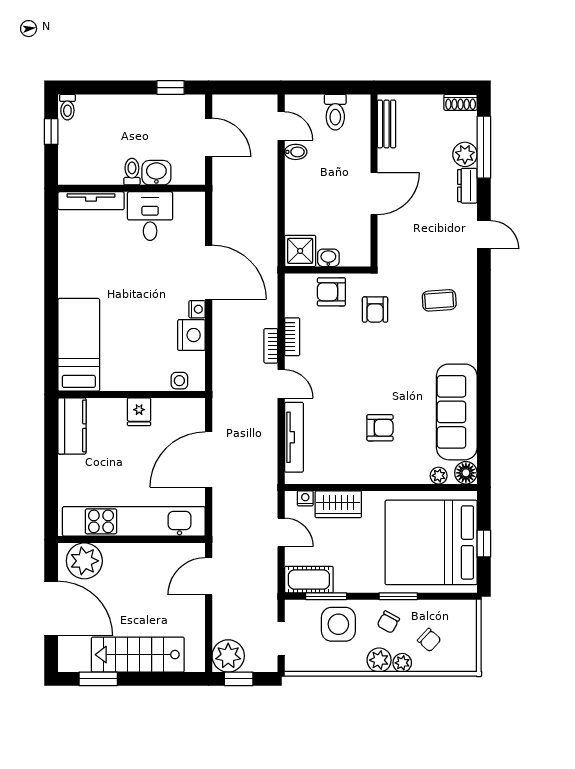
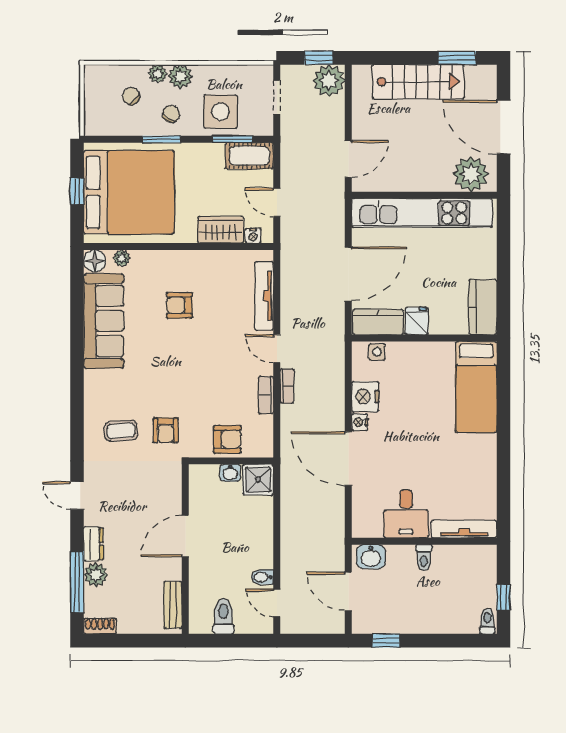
washbasin: (156, 173) -> (371, 557), moved
armchair: (375, 310) -> (166, 430), moved, turned 180
kitchen counter: (178, 411) -> (378, 322), added

